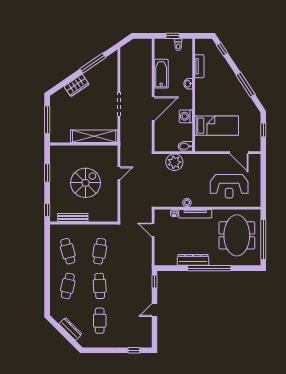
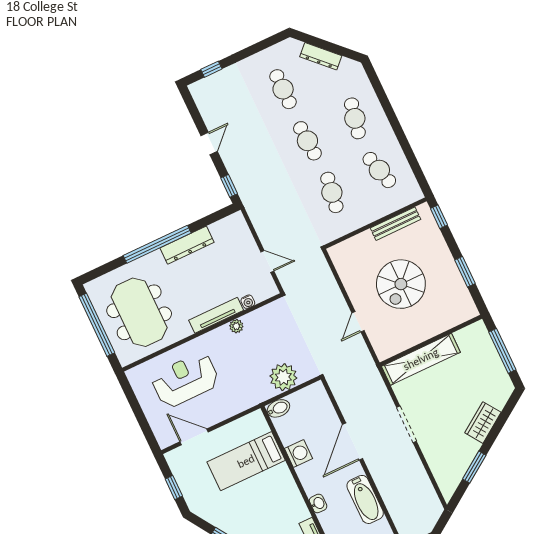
window: (93, 63) -> (474, 467), width x0.69

